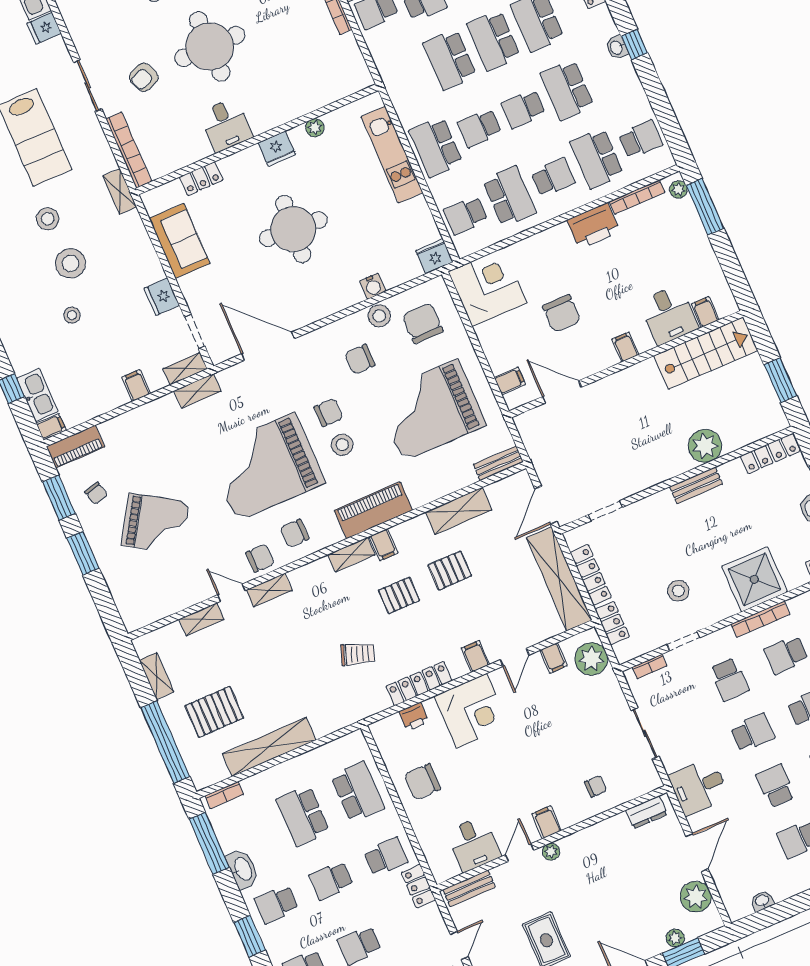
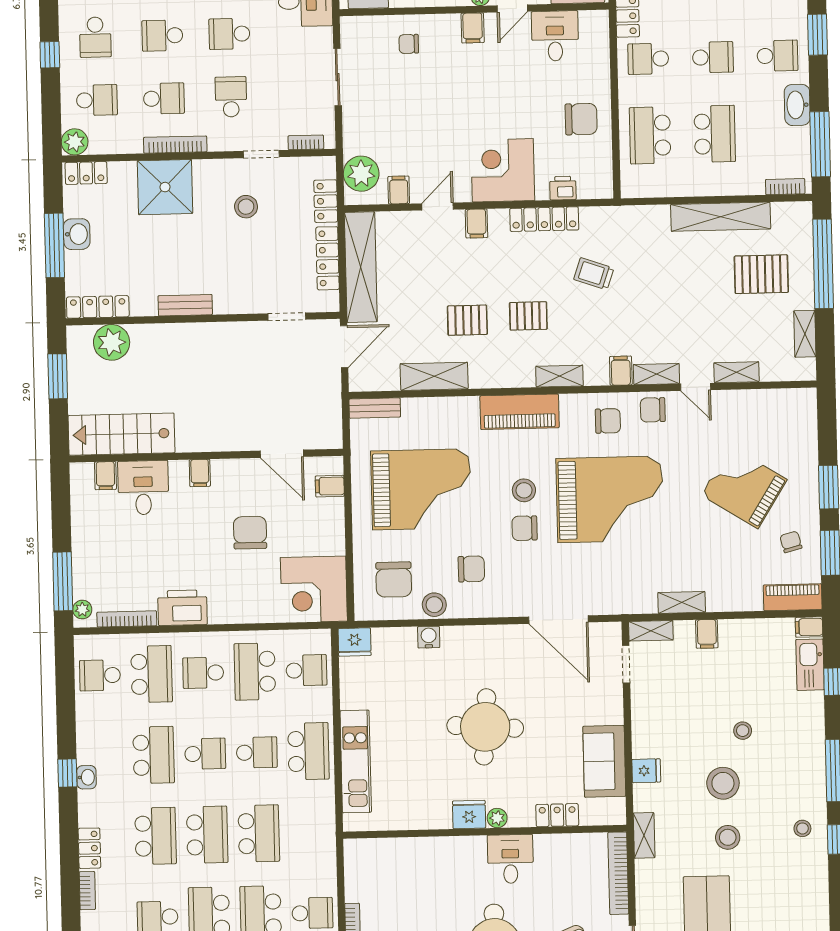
plant: (315, 128) -> (497, 818), moved
fridge: (162, 297) -> (646, 771), moved, width x0.72
shelving: (197, 391) -> (682, 602), moved
plant: (705, 446) -> (112, 342), moved
filing cabinet: (384, 545) -> (621, 371), moved

